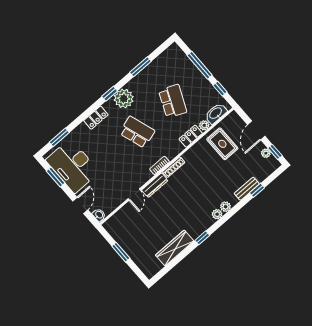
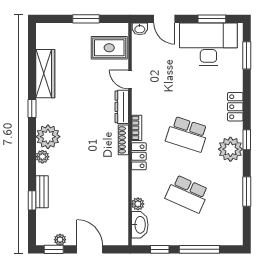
school desk: (137, 132) -> (187, 134), turned 36
locker: (191, 136) -> (139, 156), moved
rug: (222, 144) -> (109, 48), moved
plant: (217, 214) -> (48, 137), width x1.88, depth x1.88

